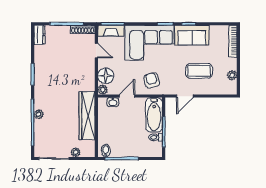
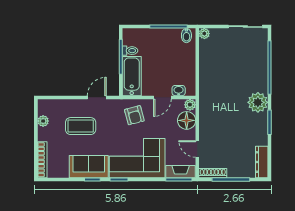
dresser: (40, 35) -> (262, 162), width x1.44
plant: (39, 114) -> (258, 102), moved, width x1.88, depth x1.88
wardrobe: (87, 116) -> (208, 75), removed
plant: (76, 152) -> (204, 34), moved

